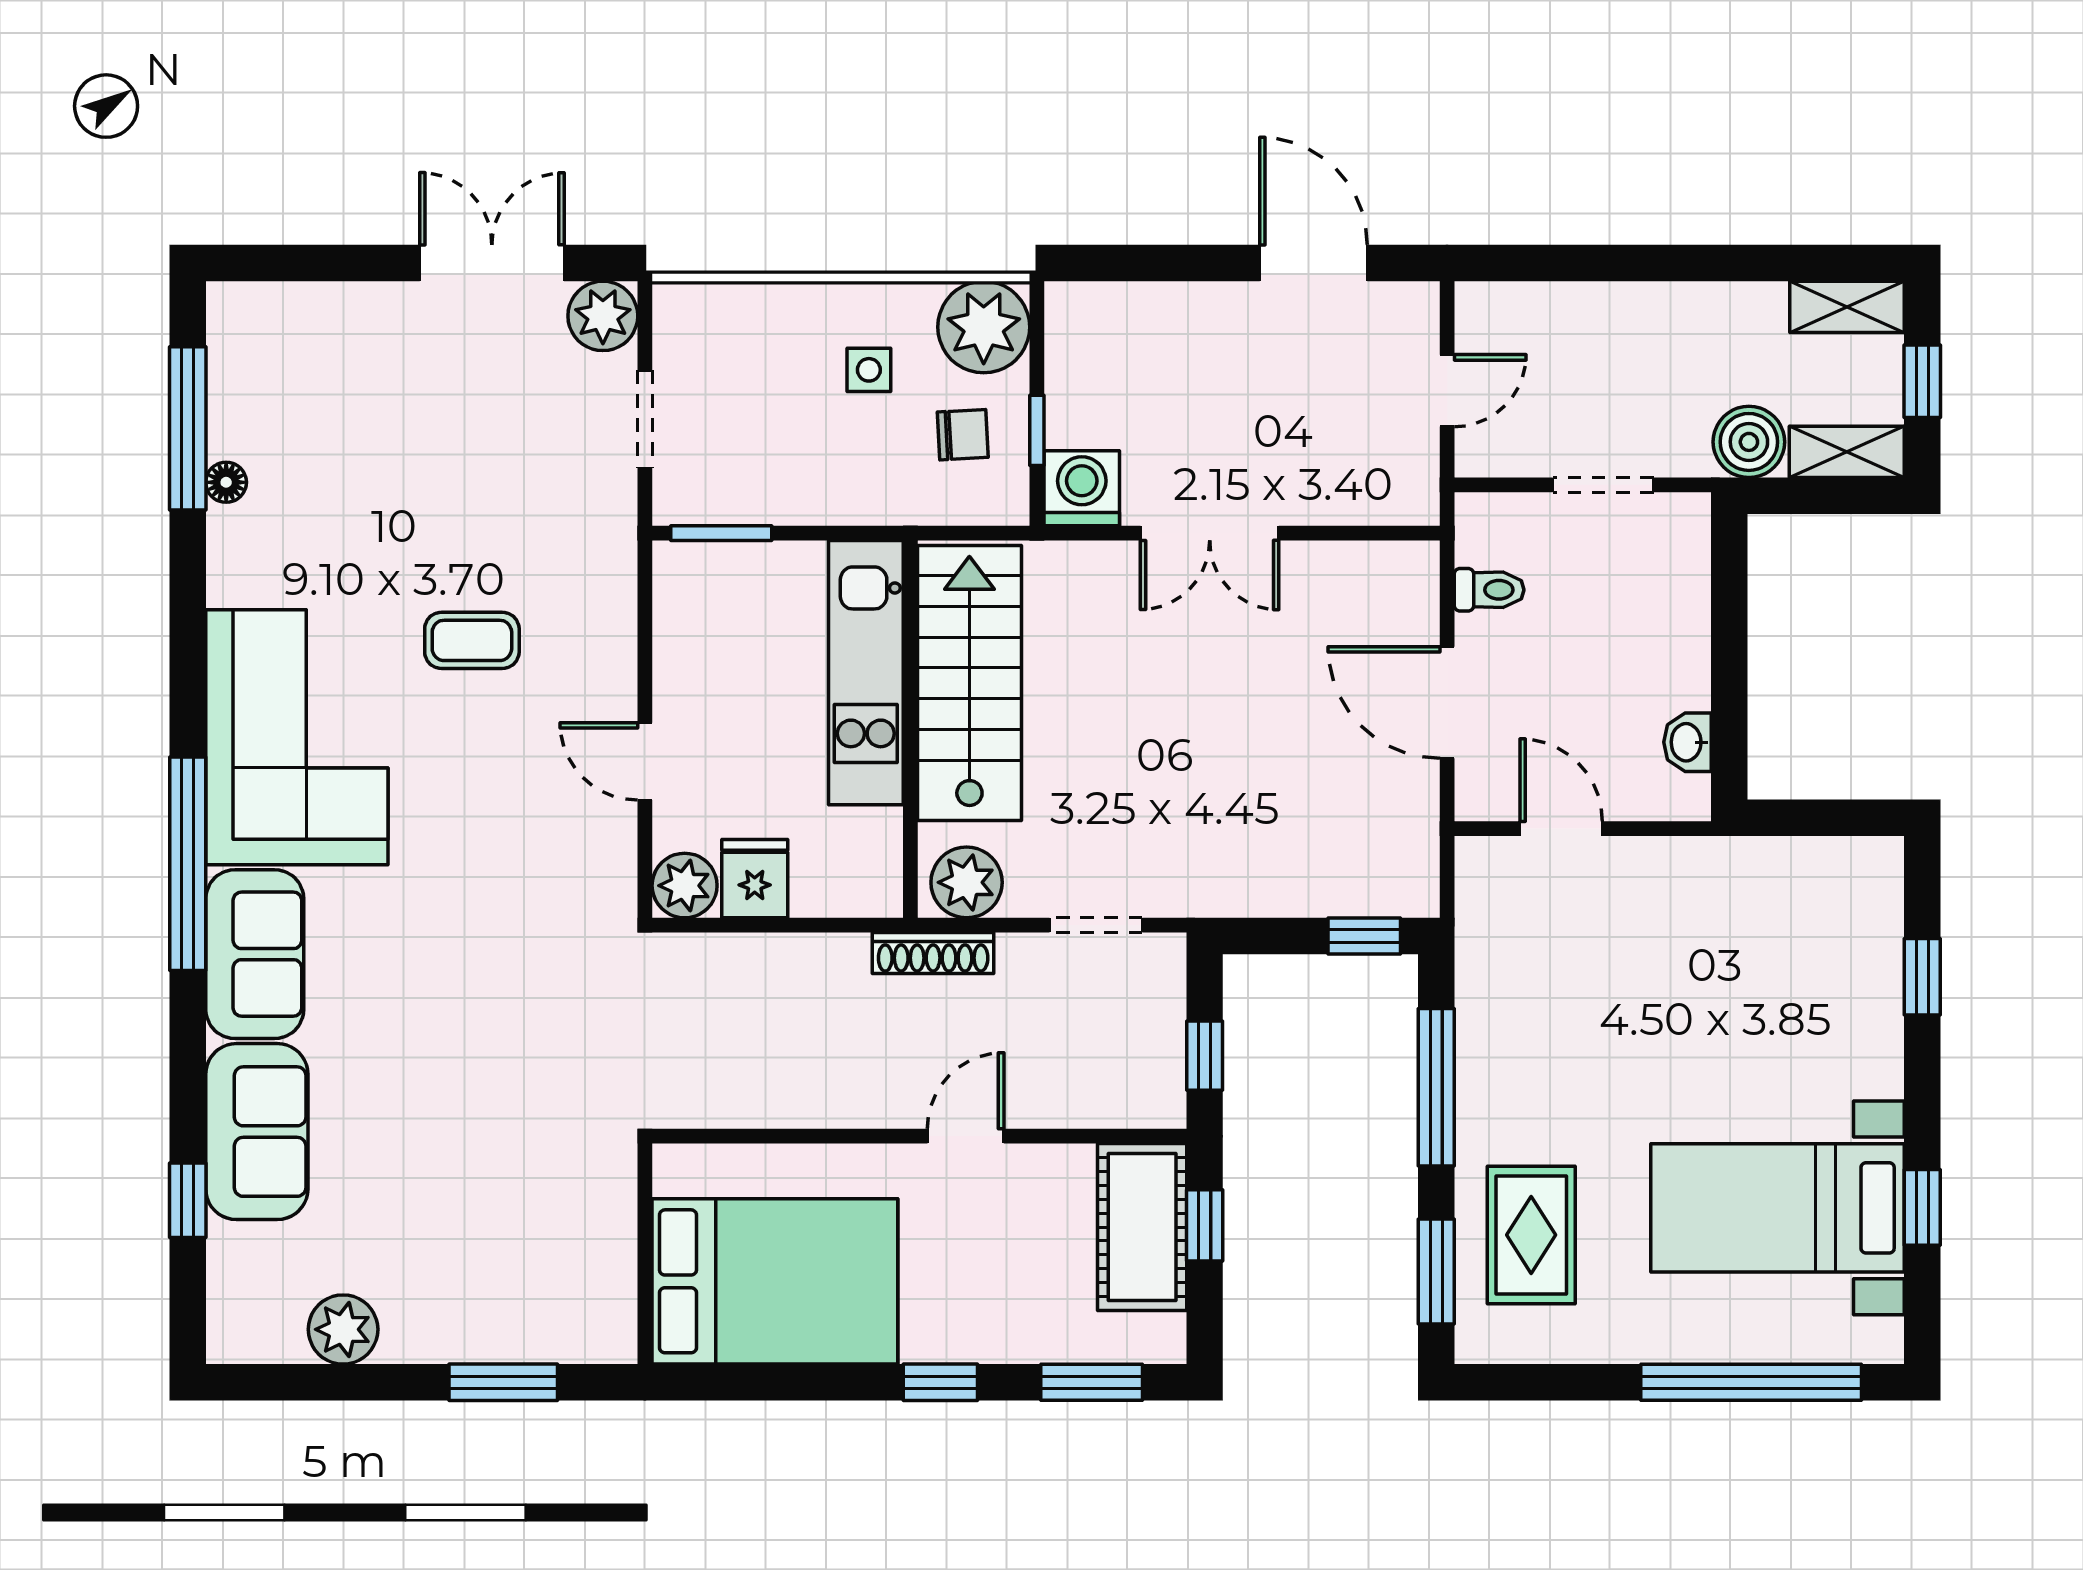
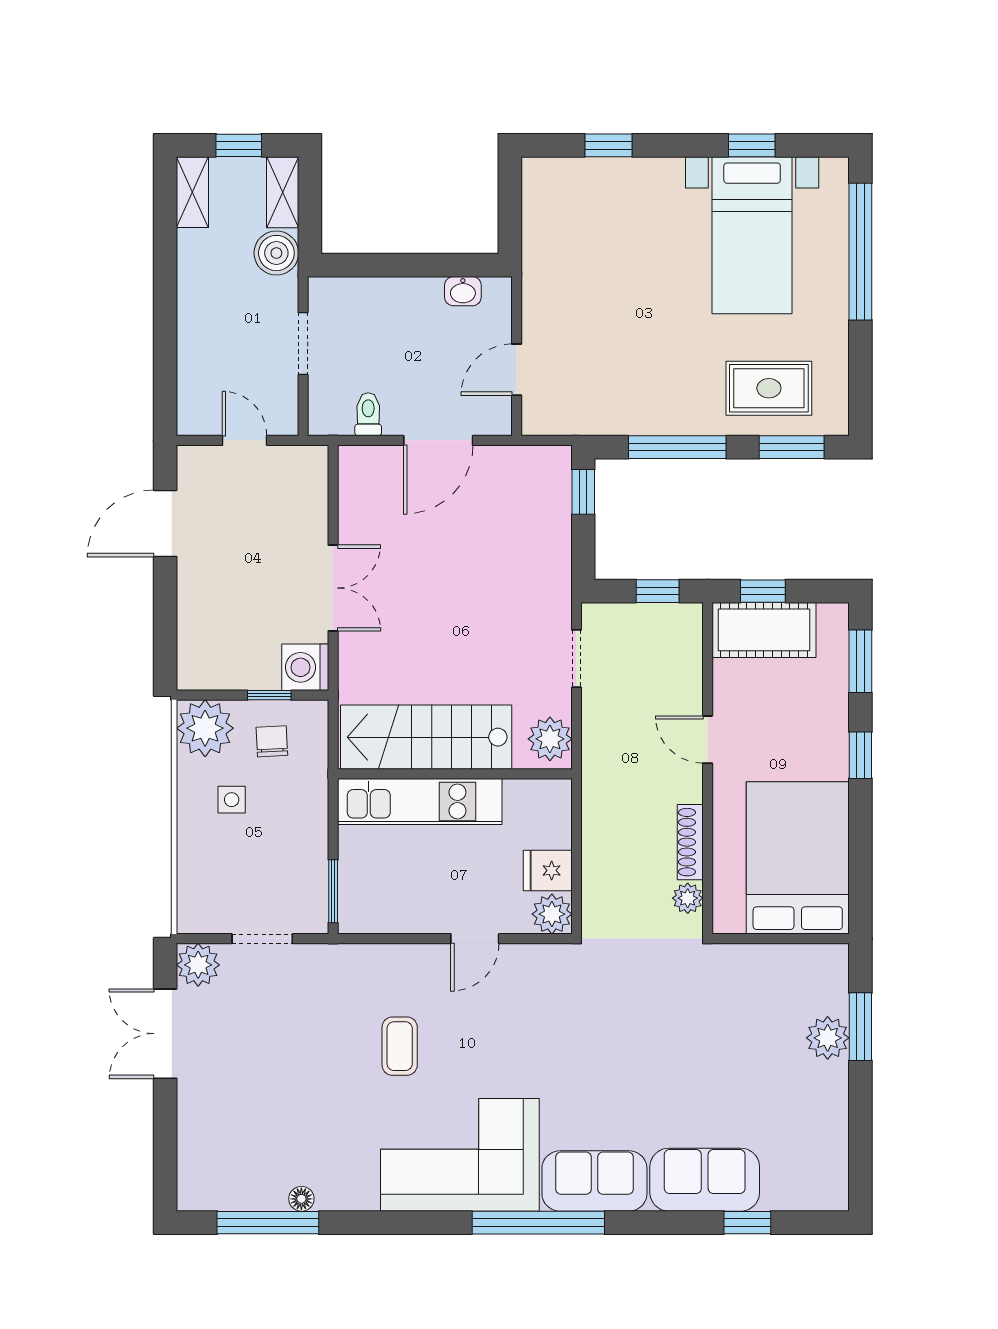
shoe rack: (933, 953) -> (690, 842), moved, turned 180
plant: (710, 1104) -> (688, 898), added
plant: (343, 1329) -> (828, 1038), moved

